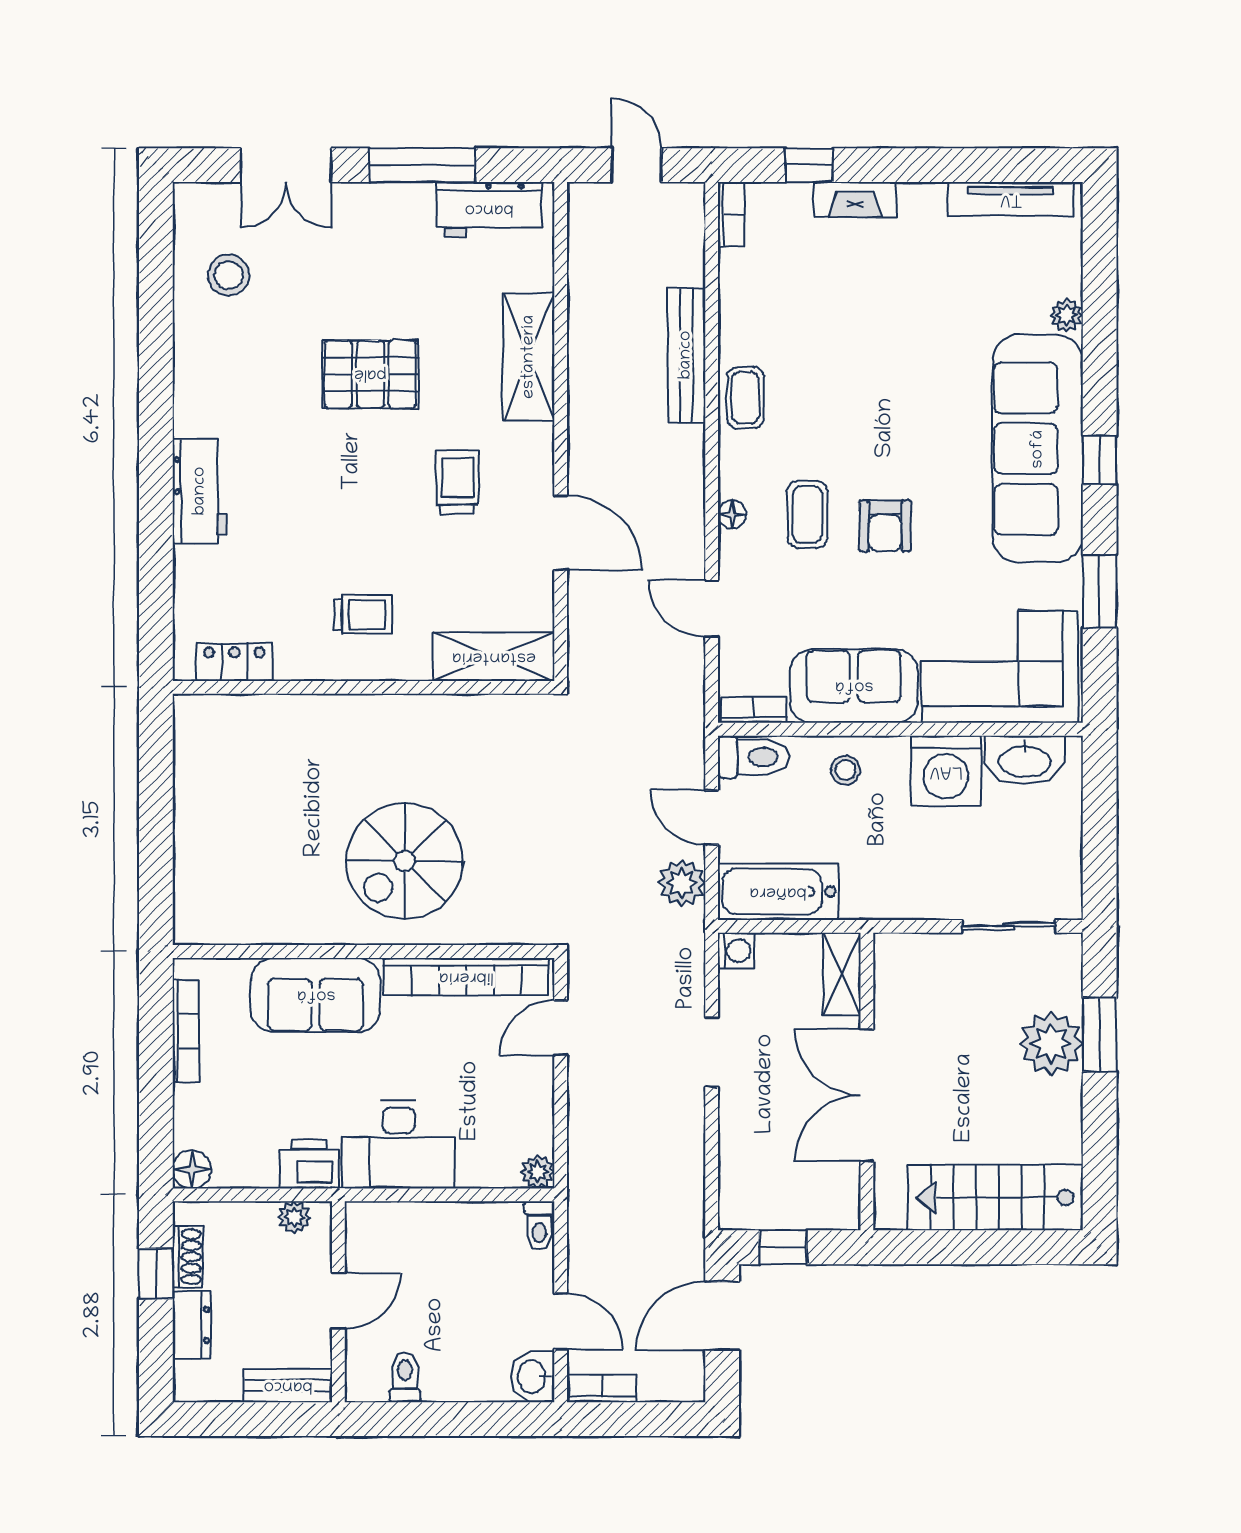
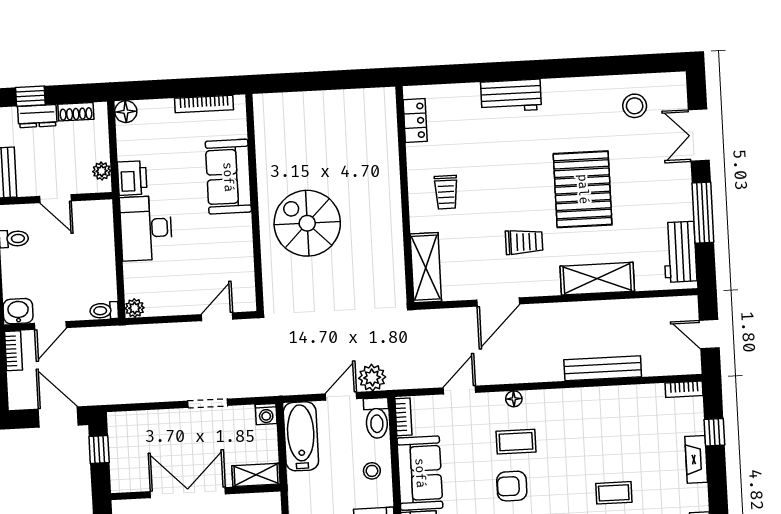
door: (637, 165) -> (709, 334), swing flipped
pallet: (370, 374) -> (583, 189), width x1.37, depth x1.41
coffee table: (745, 398) -> (614, 493), moved
plant: (682, 883) -> (372, 378), moved
bookcase: (466, 977) -> (243, 262), removed
door: (561, 1028) -> (217, 317), hinge flipped
window: (156, 1274) -> (30, 96), moved

